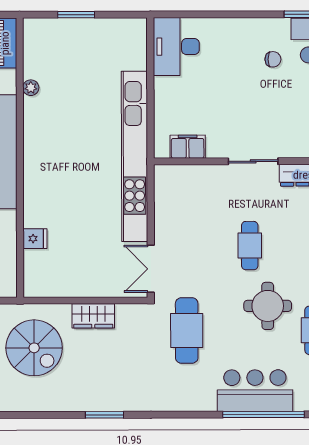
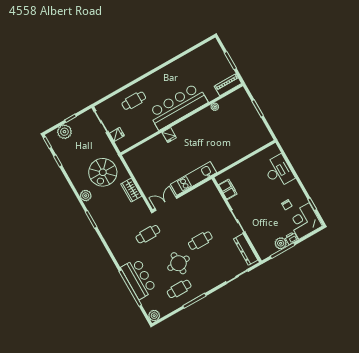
desk: (176, 47) -> (279, 171), moved, turned 90
kitchen unit: (135, 156) -> (193, 178), width x0.54
fridge: (35, 239) -> (169, 135), moved
cafe table: (187, 330) -> (148, 234), width x0.73, depth x0.74
plant: (58, 401) -> (86, 196), added

